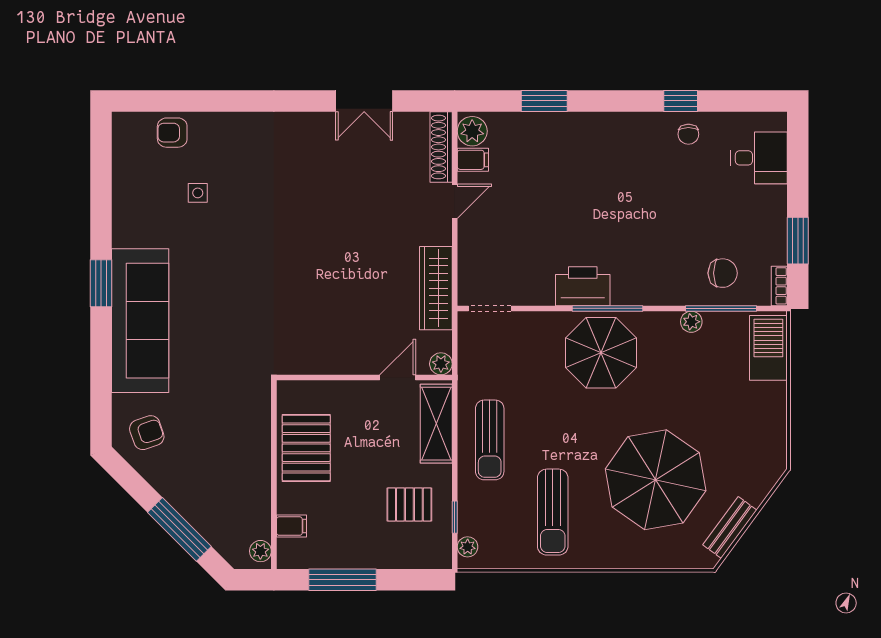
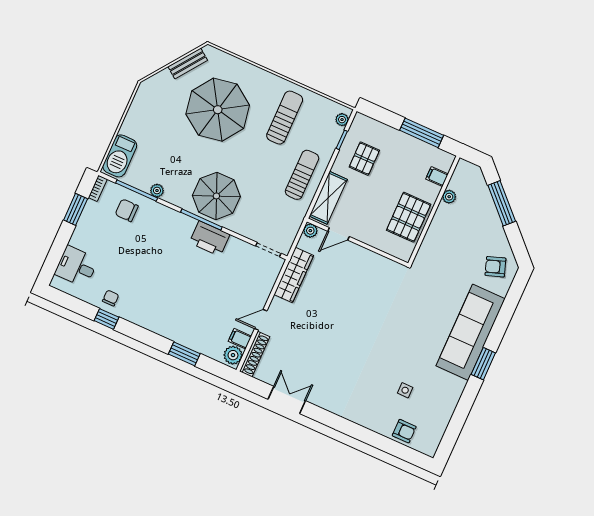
pallet: (409, 504) -> (364, 159), turned 90
plant: (260, 551) -> (449, 197), moved

